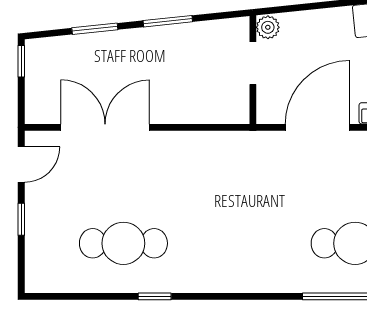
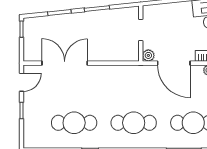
plant: (268, 27) -> (148, 55), moved
door: (317, 127) -> (174, 63), swing flipped
cafe table: (239, 243) -> (134, 123), added

